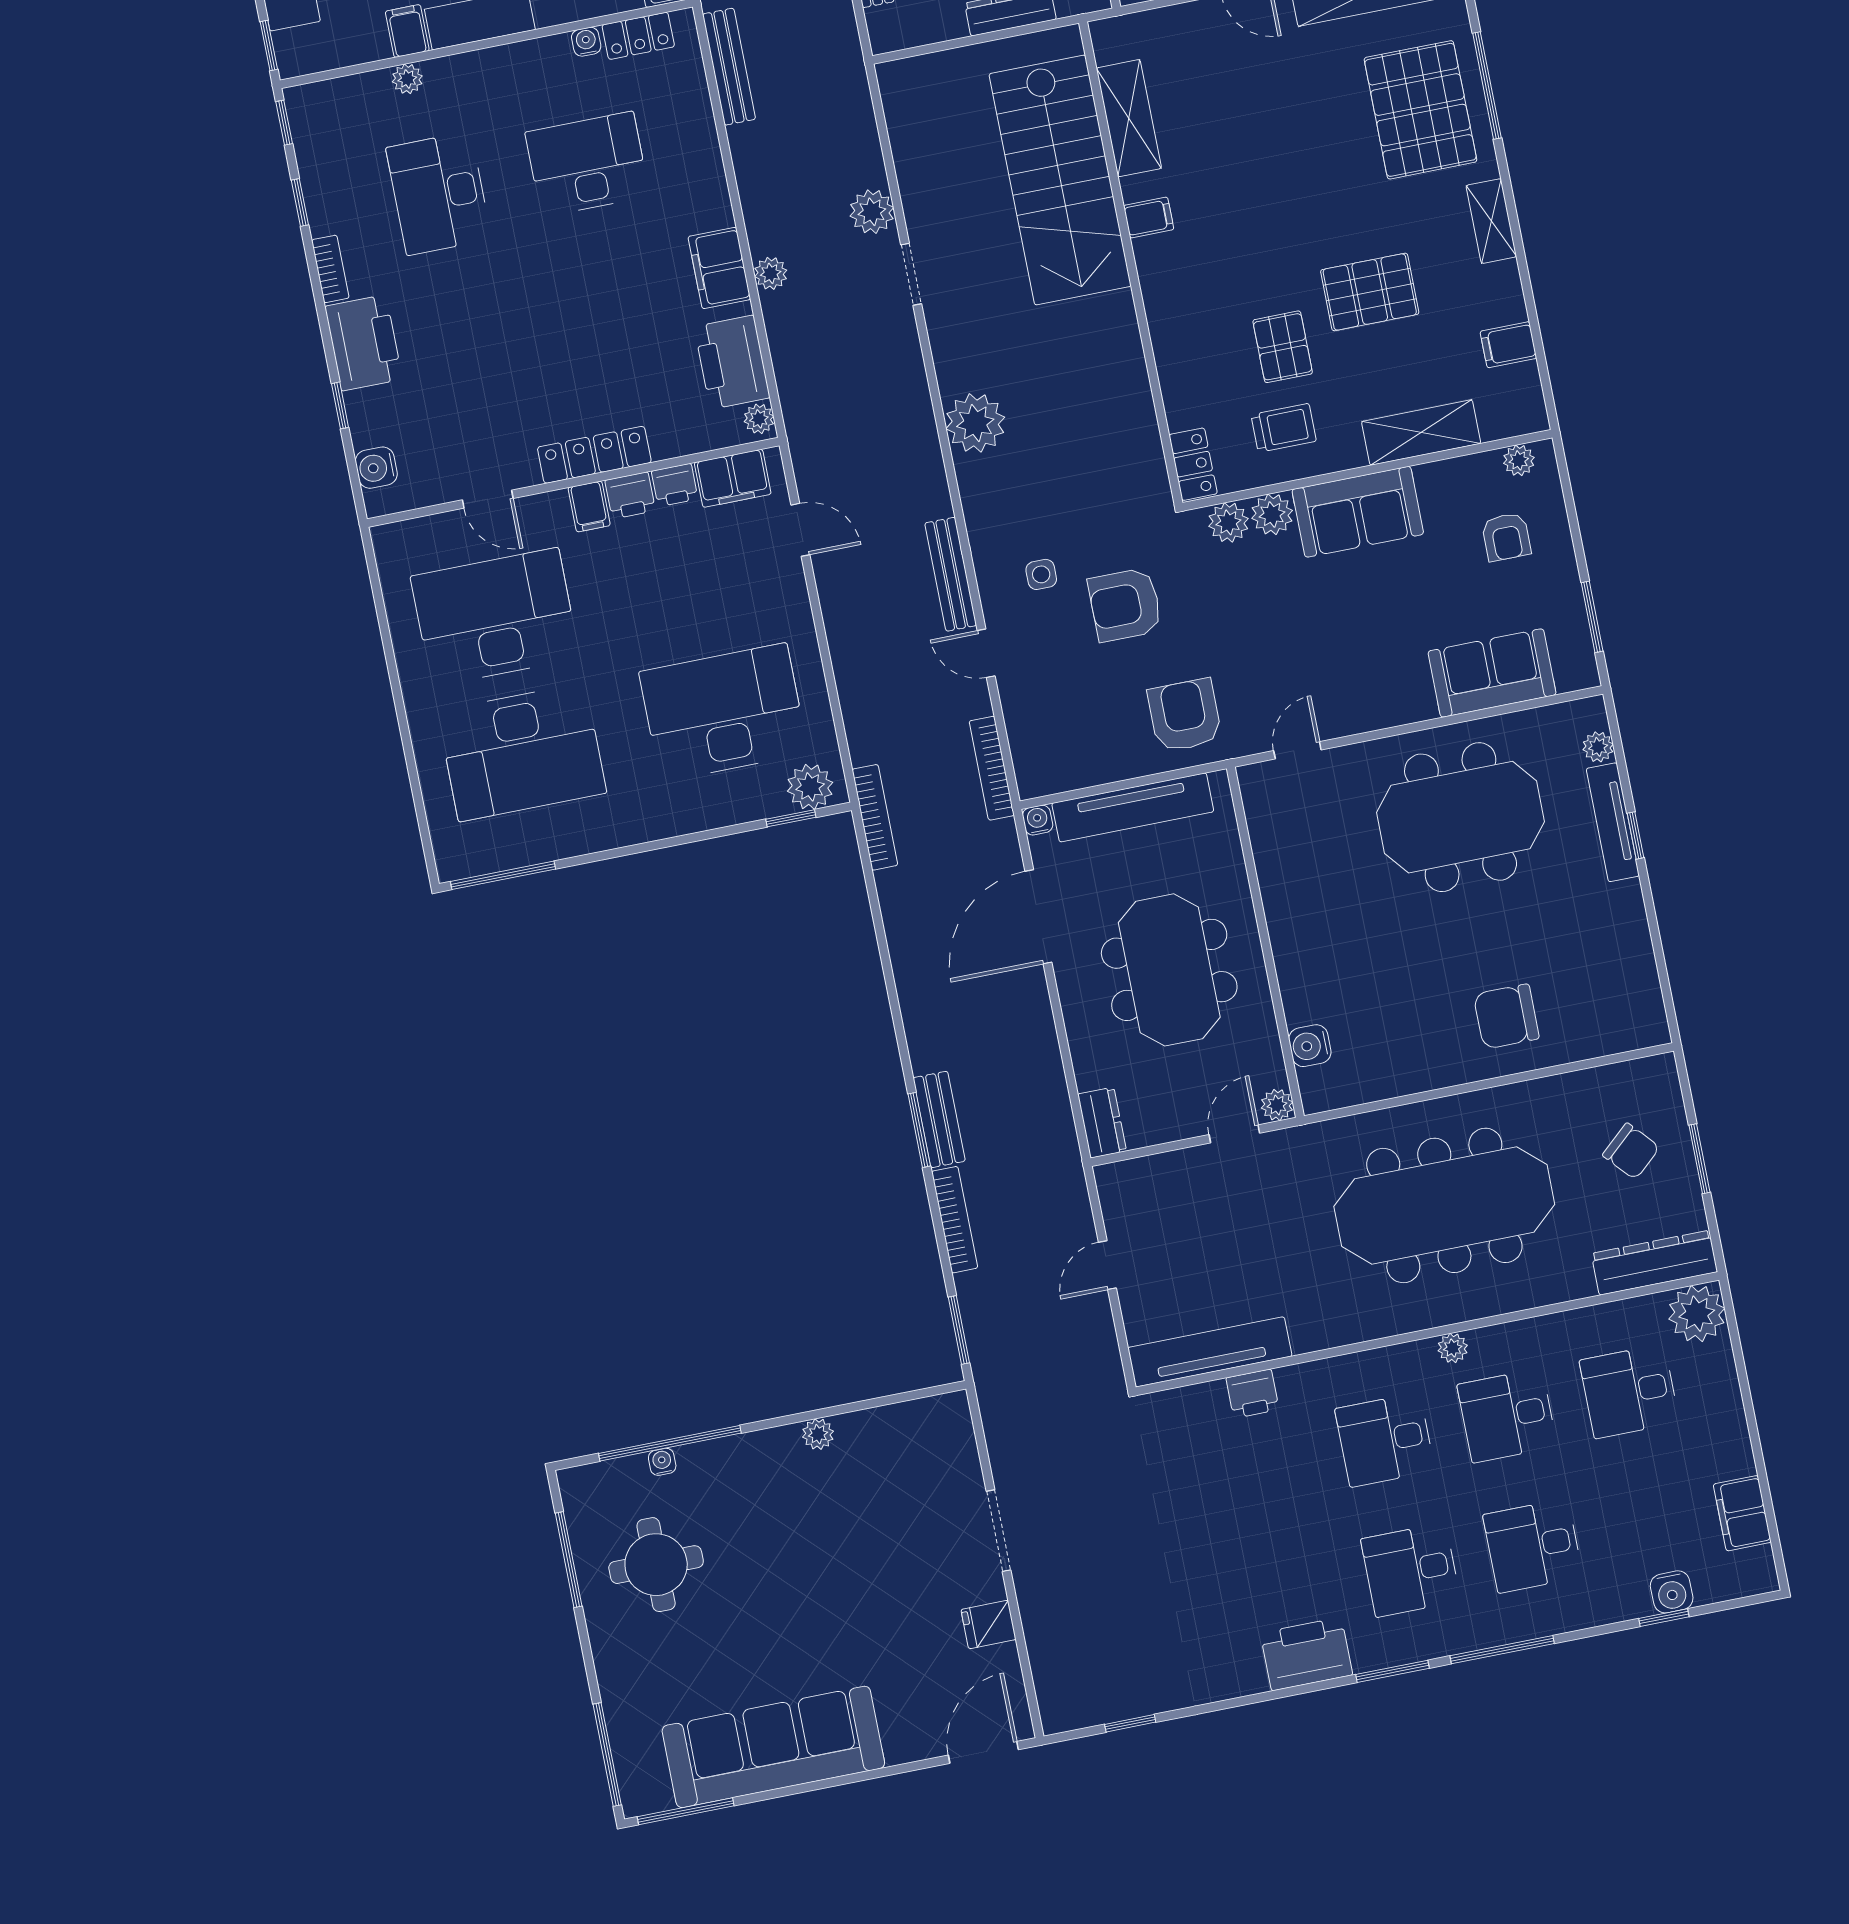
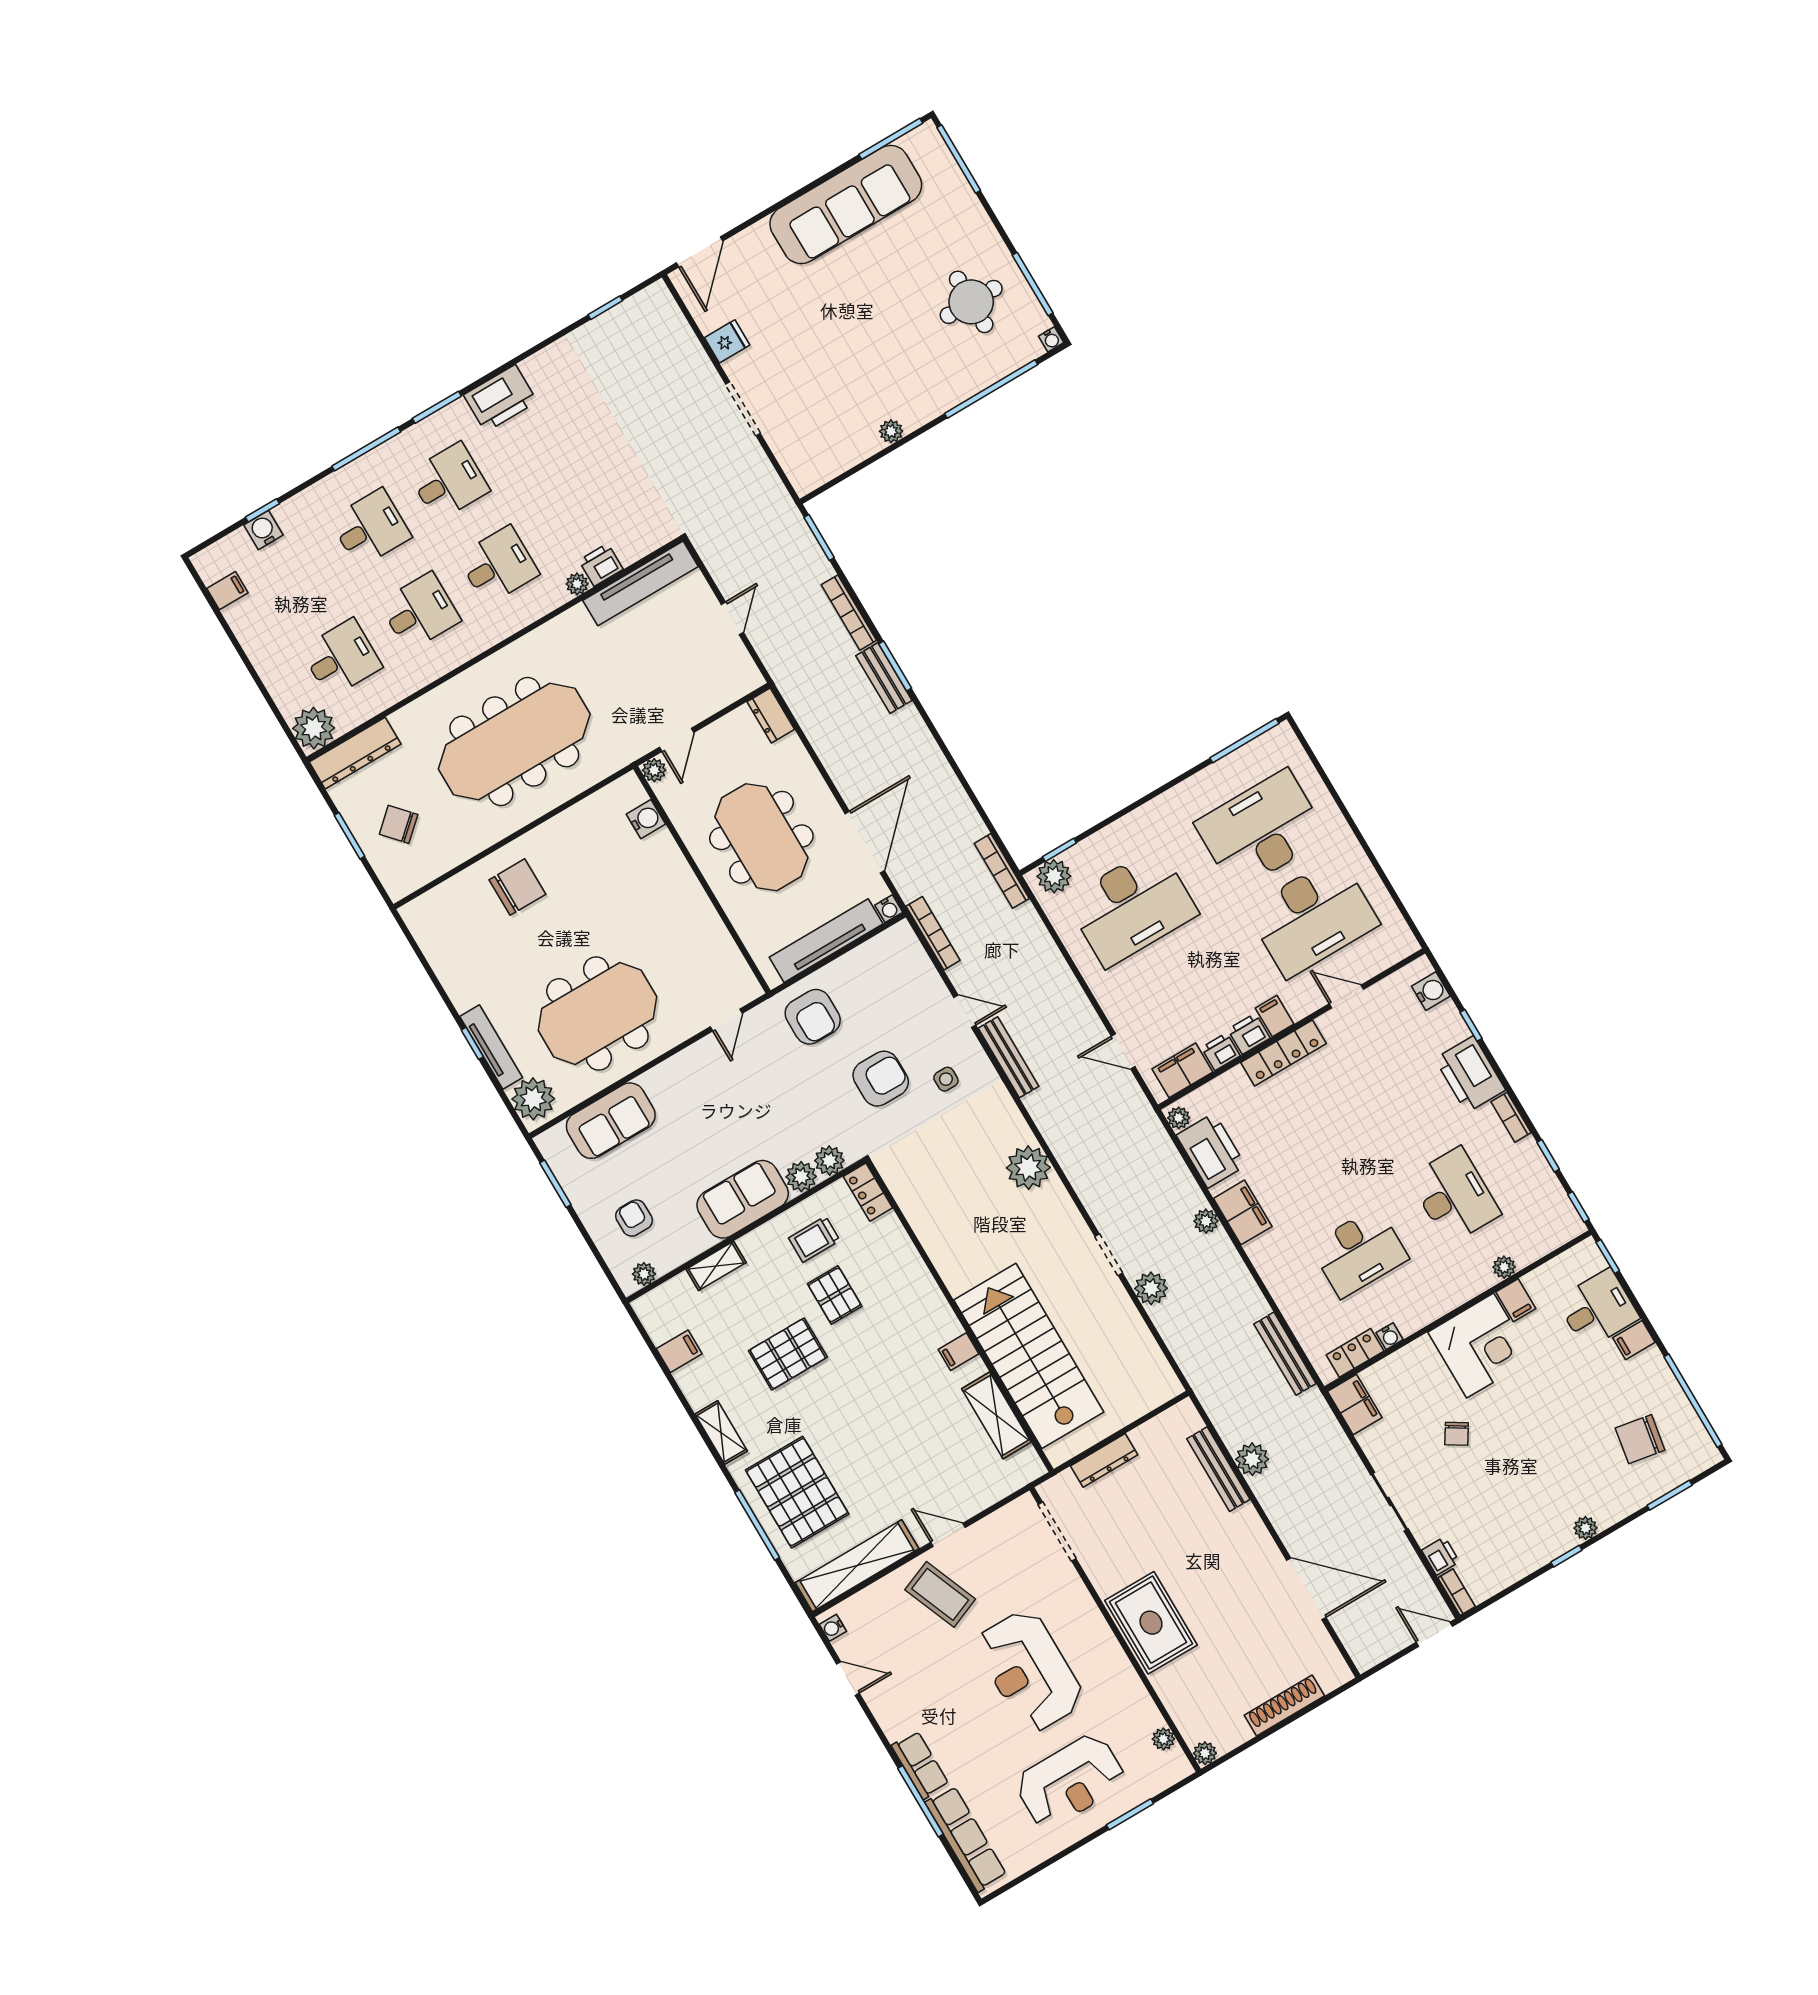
shelving: (1421, 433) -> (716, 1266), width x0.67, depth x0.75
plant: (1598, 747) -> (533, 1099), width x1.88, depth x1.88
plant: (1453, 1348) -> (577, 584), moved
water cooler: (662, 1462) -> (1051, 339), moved
filing cabinet: (1742, 1513) -> (227, 591), width x0.50

